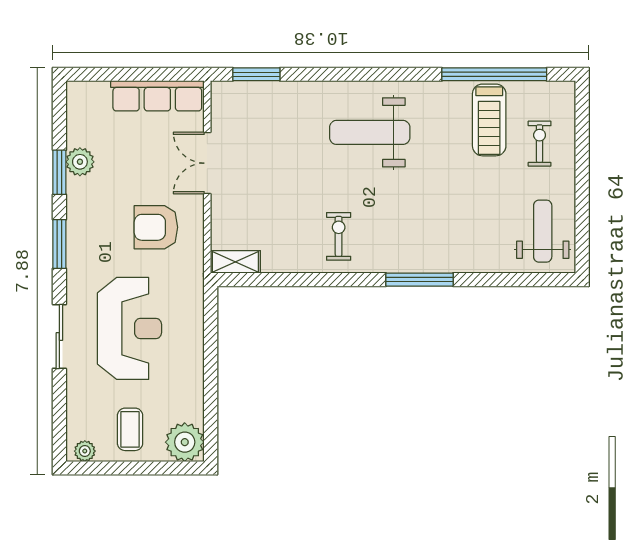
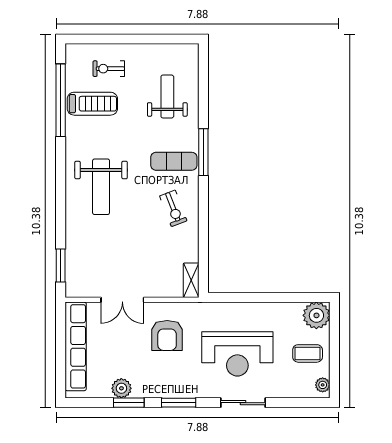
row of seats: (157, 96) -> (76, 346), width x1.36
weight bench: (543, 231) -> (167, 96), moved, turned 90
exercise bike: (339, 236) -> (173, 208), turned -111
exercise mat: (406, 237) -> (174, 161), added
reception desk: (129, 328) -> (237, 354), turned 180

